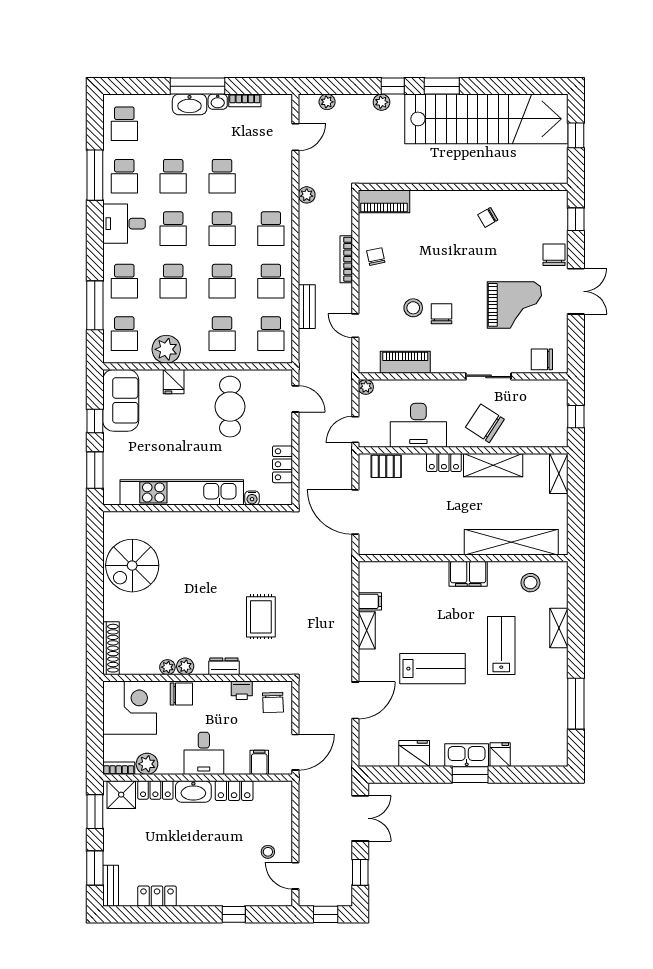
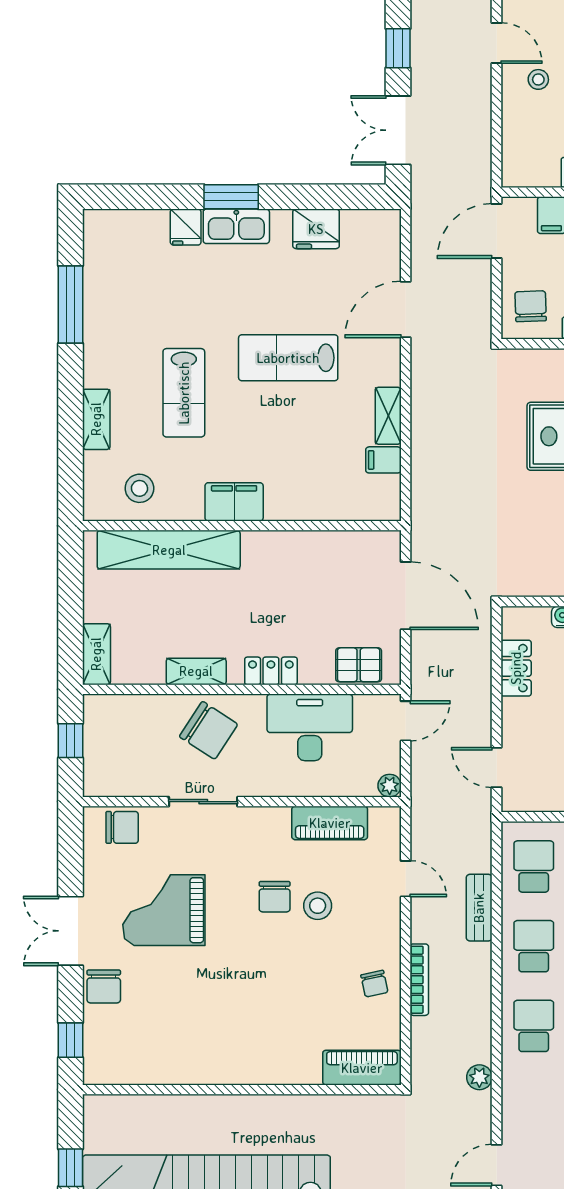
chair: (488, 217) -> (204, 1043), removed
shelving: (493, 465) -> (196, 671), width x0.67, depth x0.75

